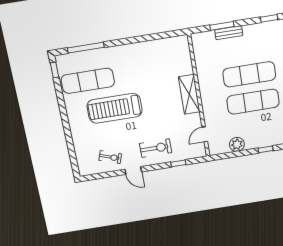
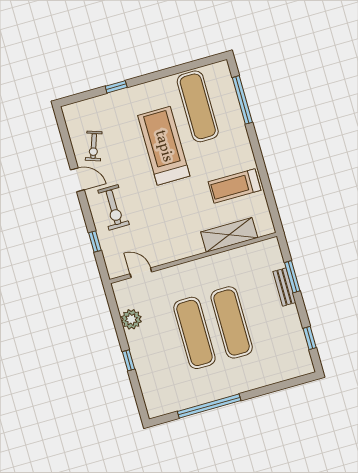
treadmill: (149, 61) -> (234, 186), added
window: (55, 70) -> (116, 87), moved
shelving: (189, 94) -> (229, 235), moved
door: (133, 171) -> (77, 180), swing flipped

